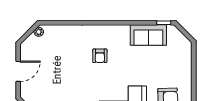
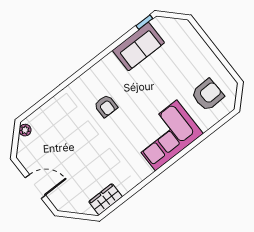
door: (18, 71) -> (35, 186), hinge flipped

